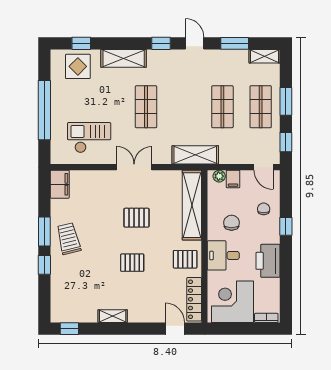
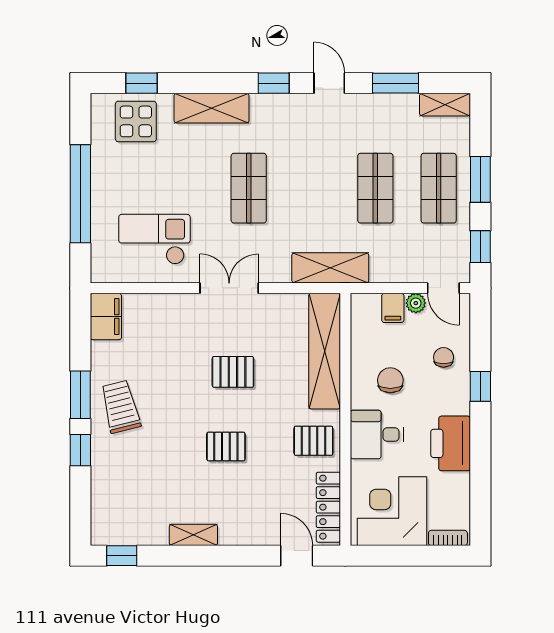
plant: (219, 176) -> (416, 303), moved

